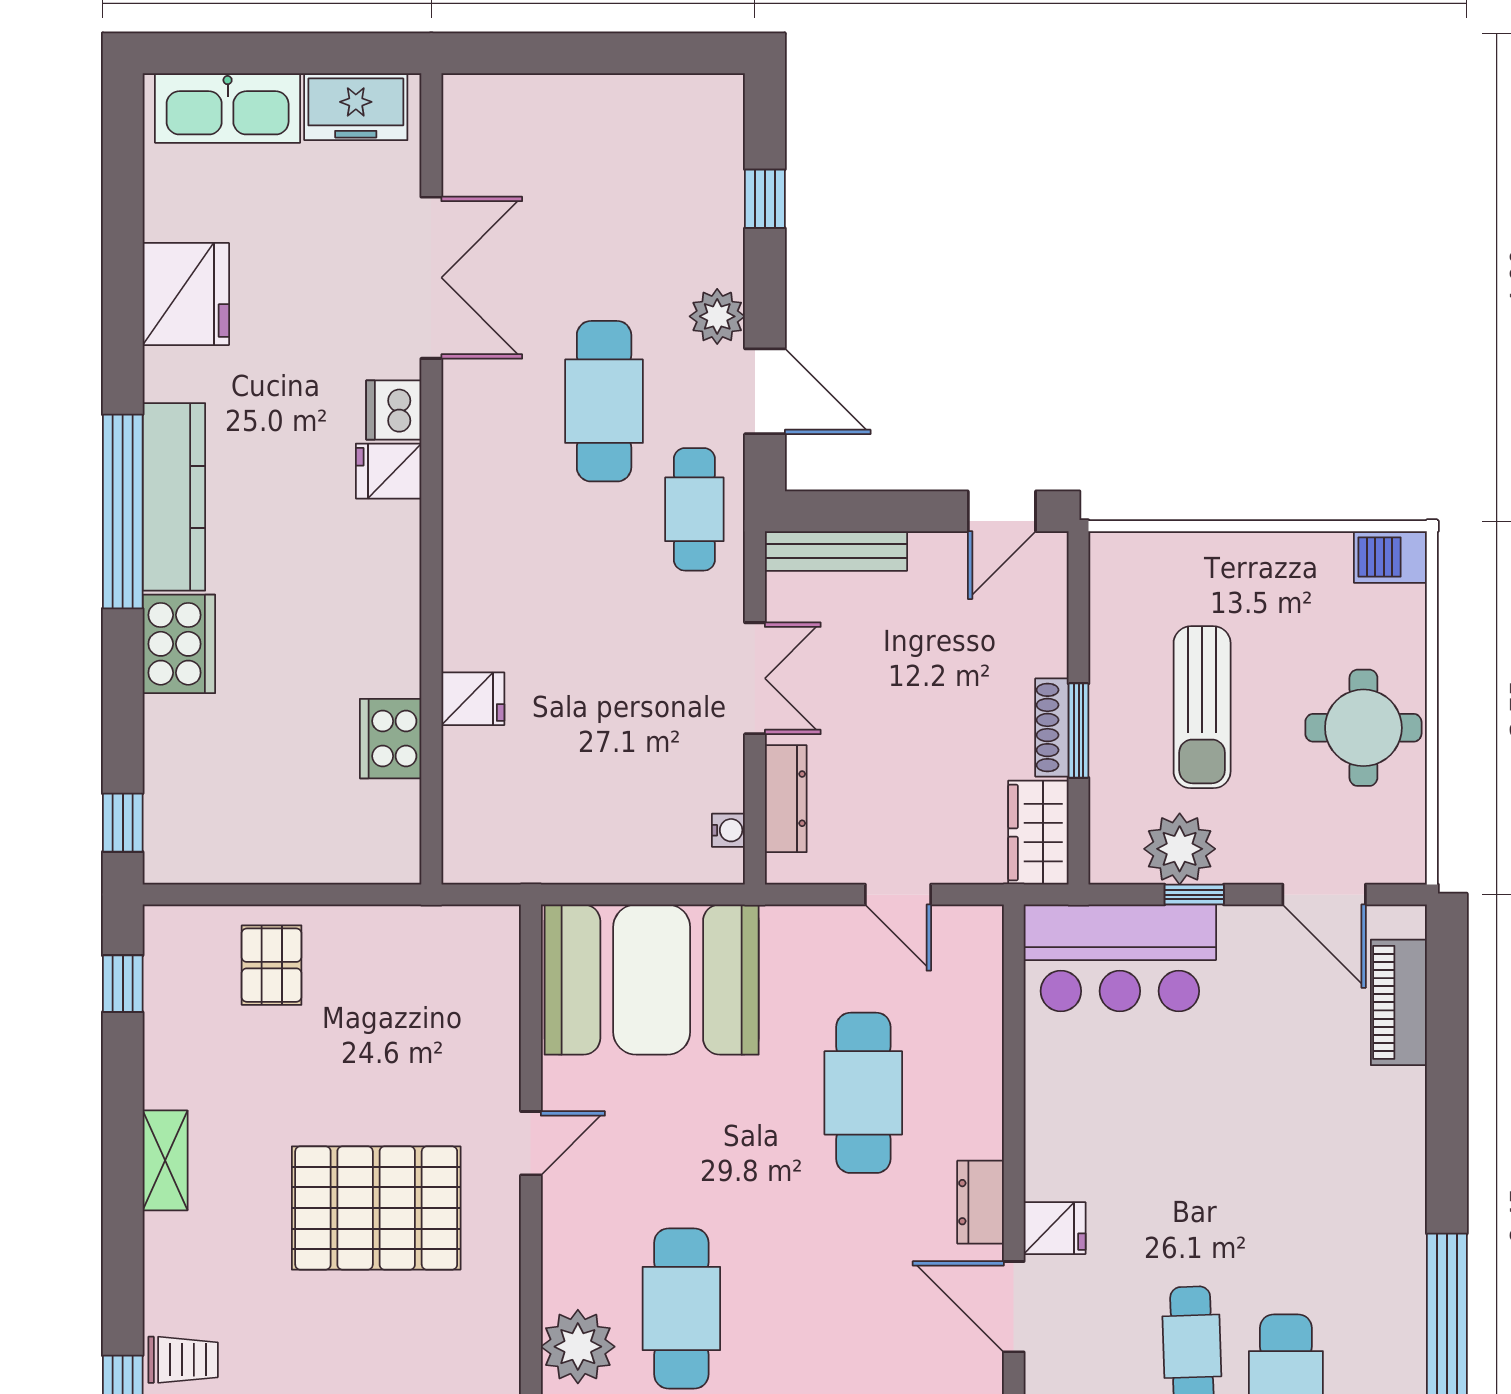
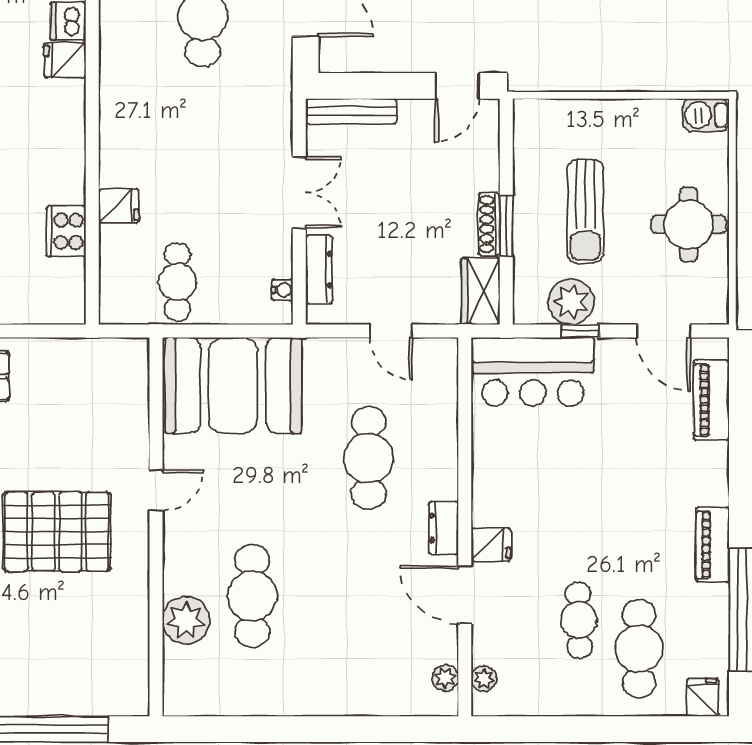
cafe table: (694, 509) -> (177, 282), moved
piano: (1401, 1229) -> (712, 545), added

